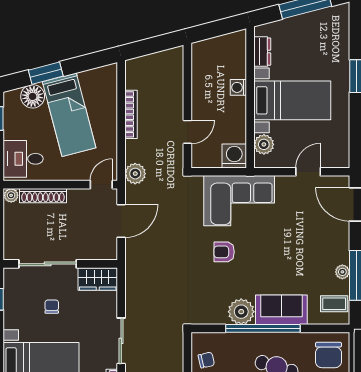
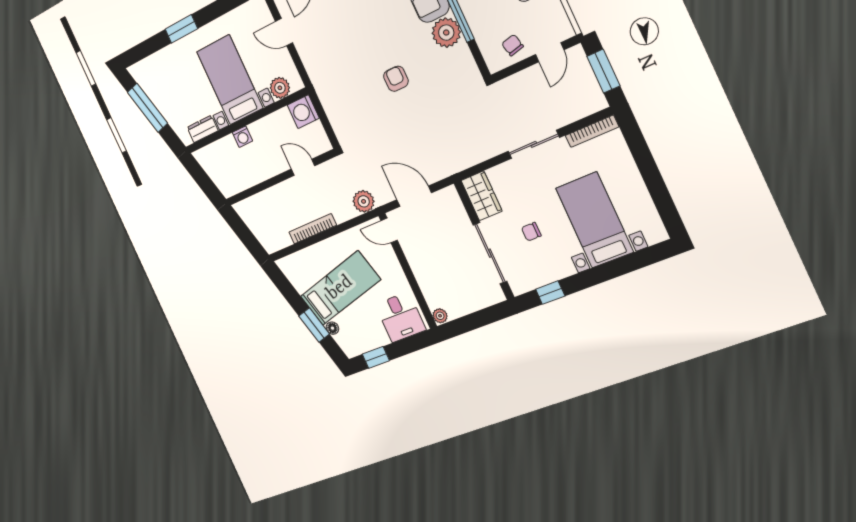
floor lamp: (33, 96) -> (332, 328), width x0.53, depth x0.53
shoe rack: (43, 196) -> (426, 284), removed
corner sofa: (239, 201) -> (341, 87), removed
armchair: (224, 252) -> (396, 79), turned 180

